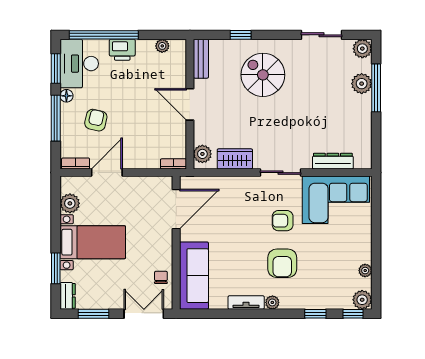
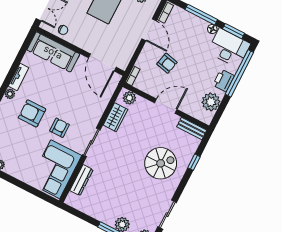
plant: (162, 46) -> (211, 102), width x1.88, depth x1.88
armchair: (96, 120) -> (167, 63), moved

